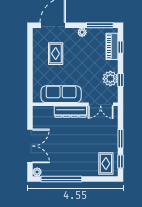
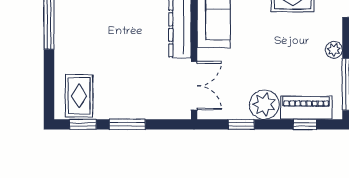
plant: (110, 79) -> (264, 104), moved
double door: (101, 104) -> (194, 86), swing flipped
rug: (106, 164) -> (79, 96), turned 90

